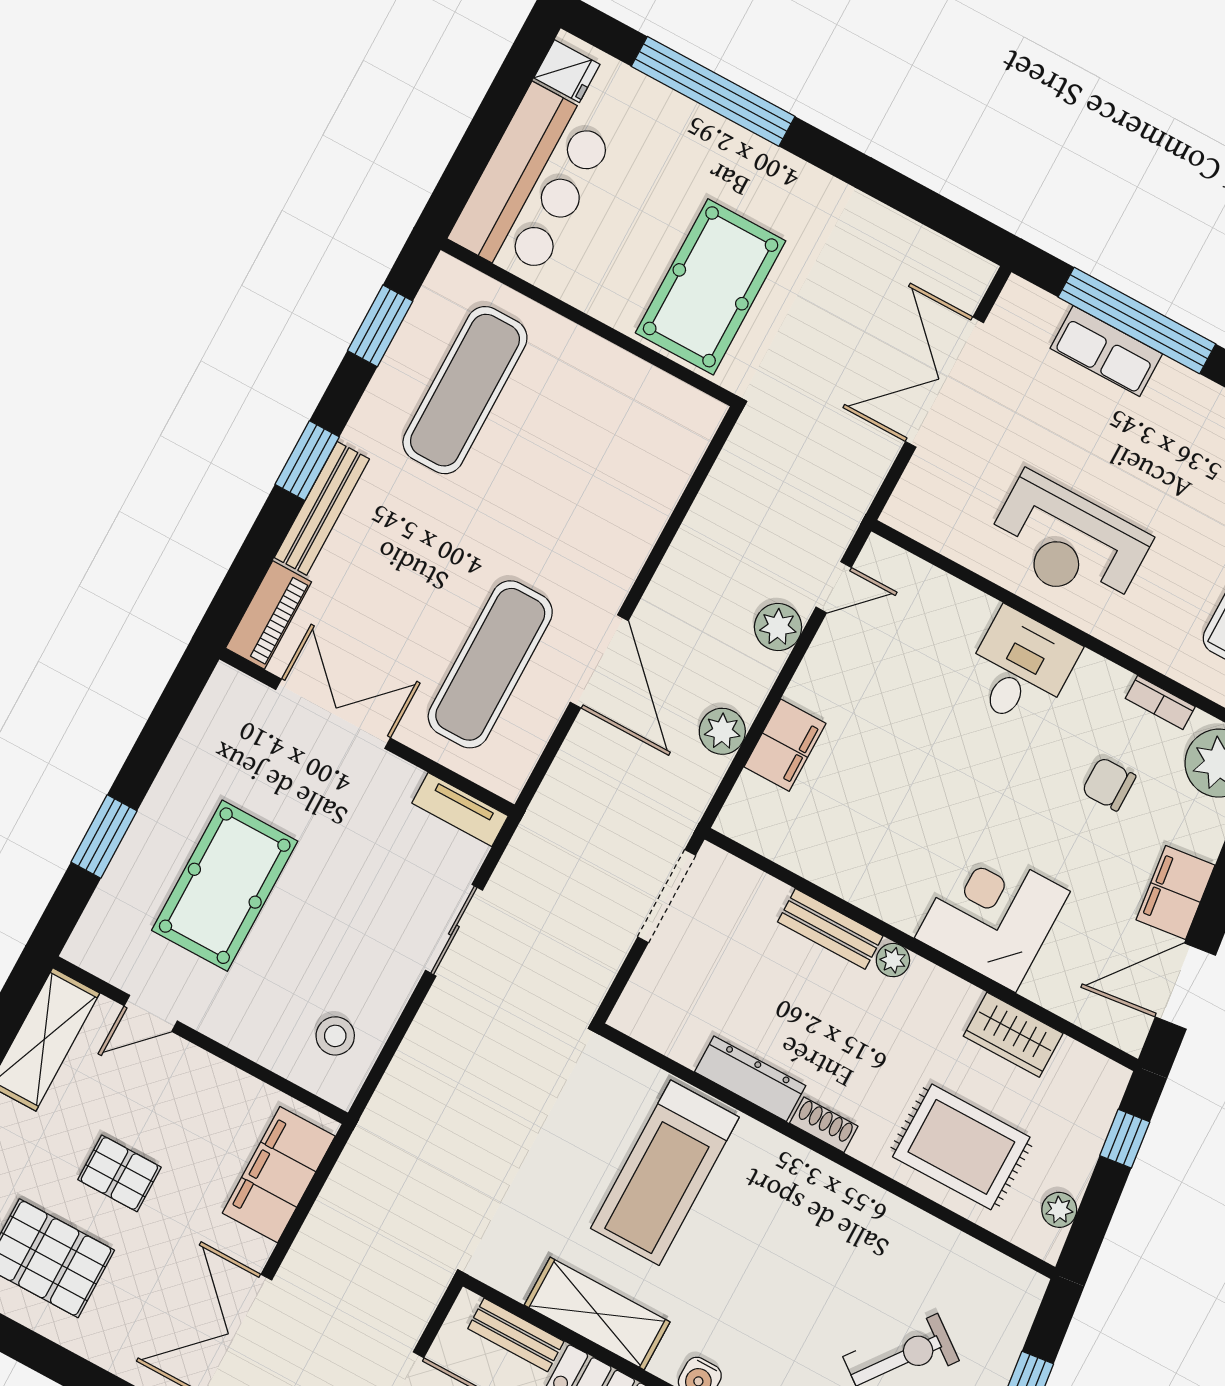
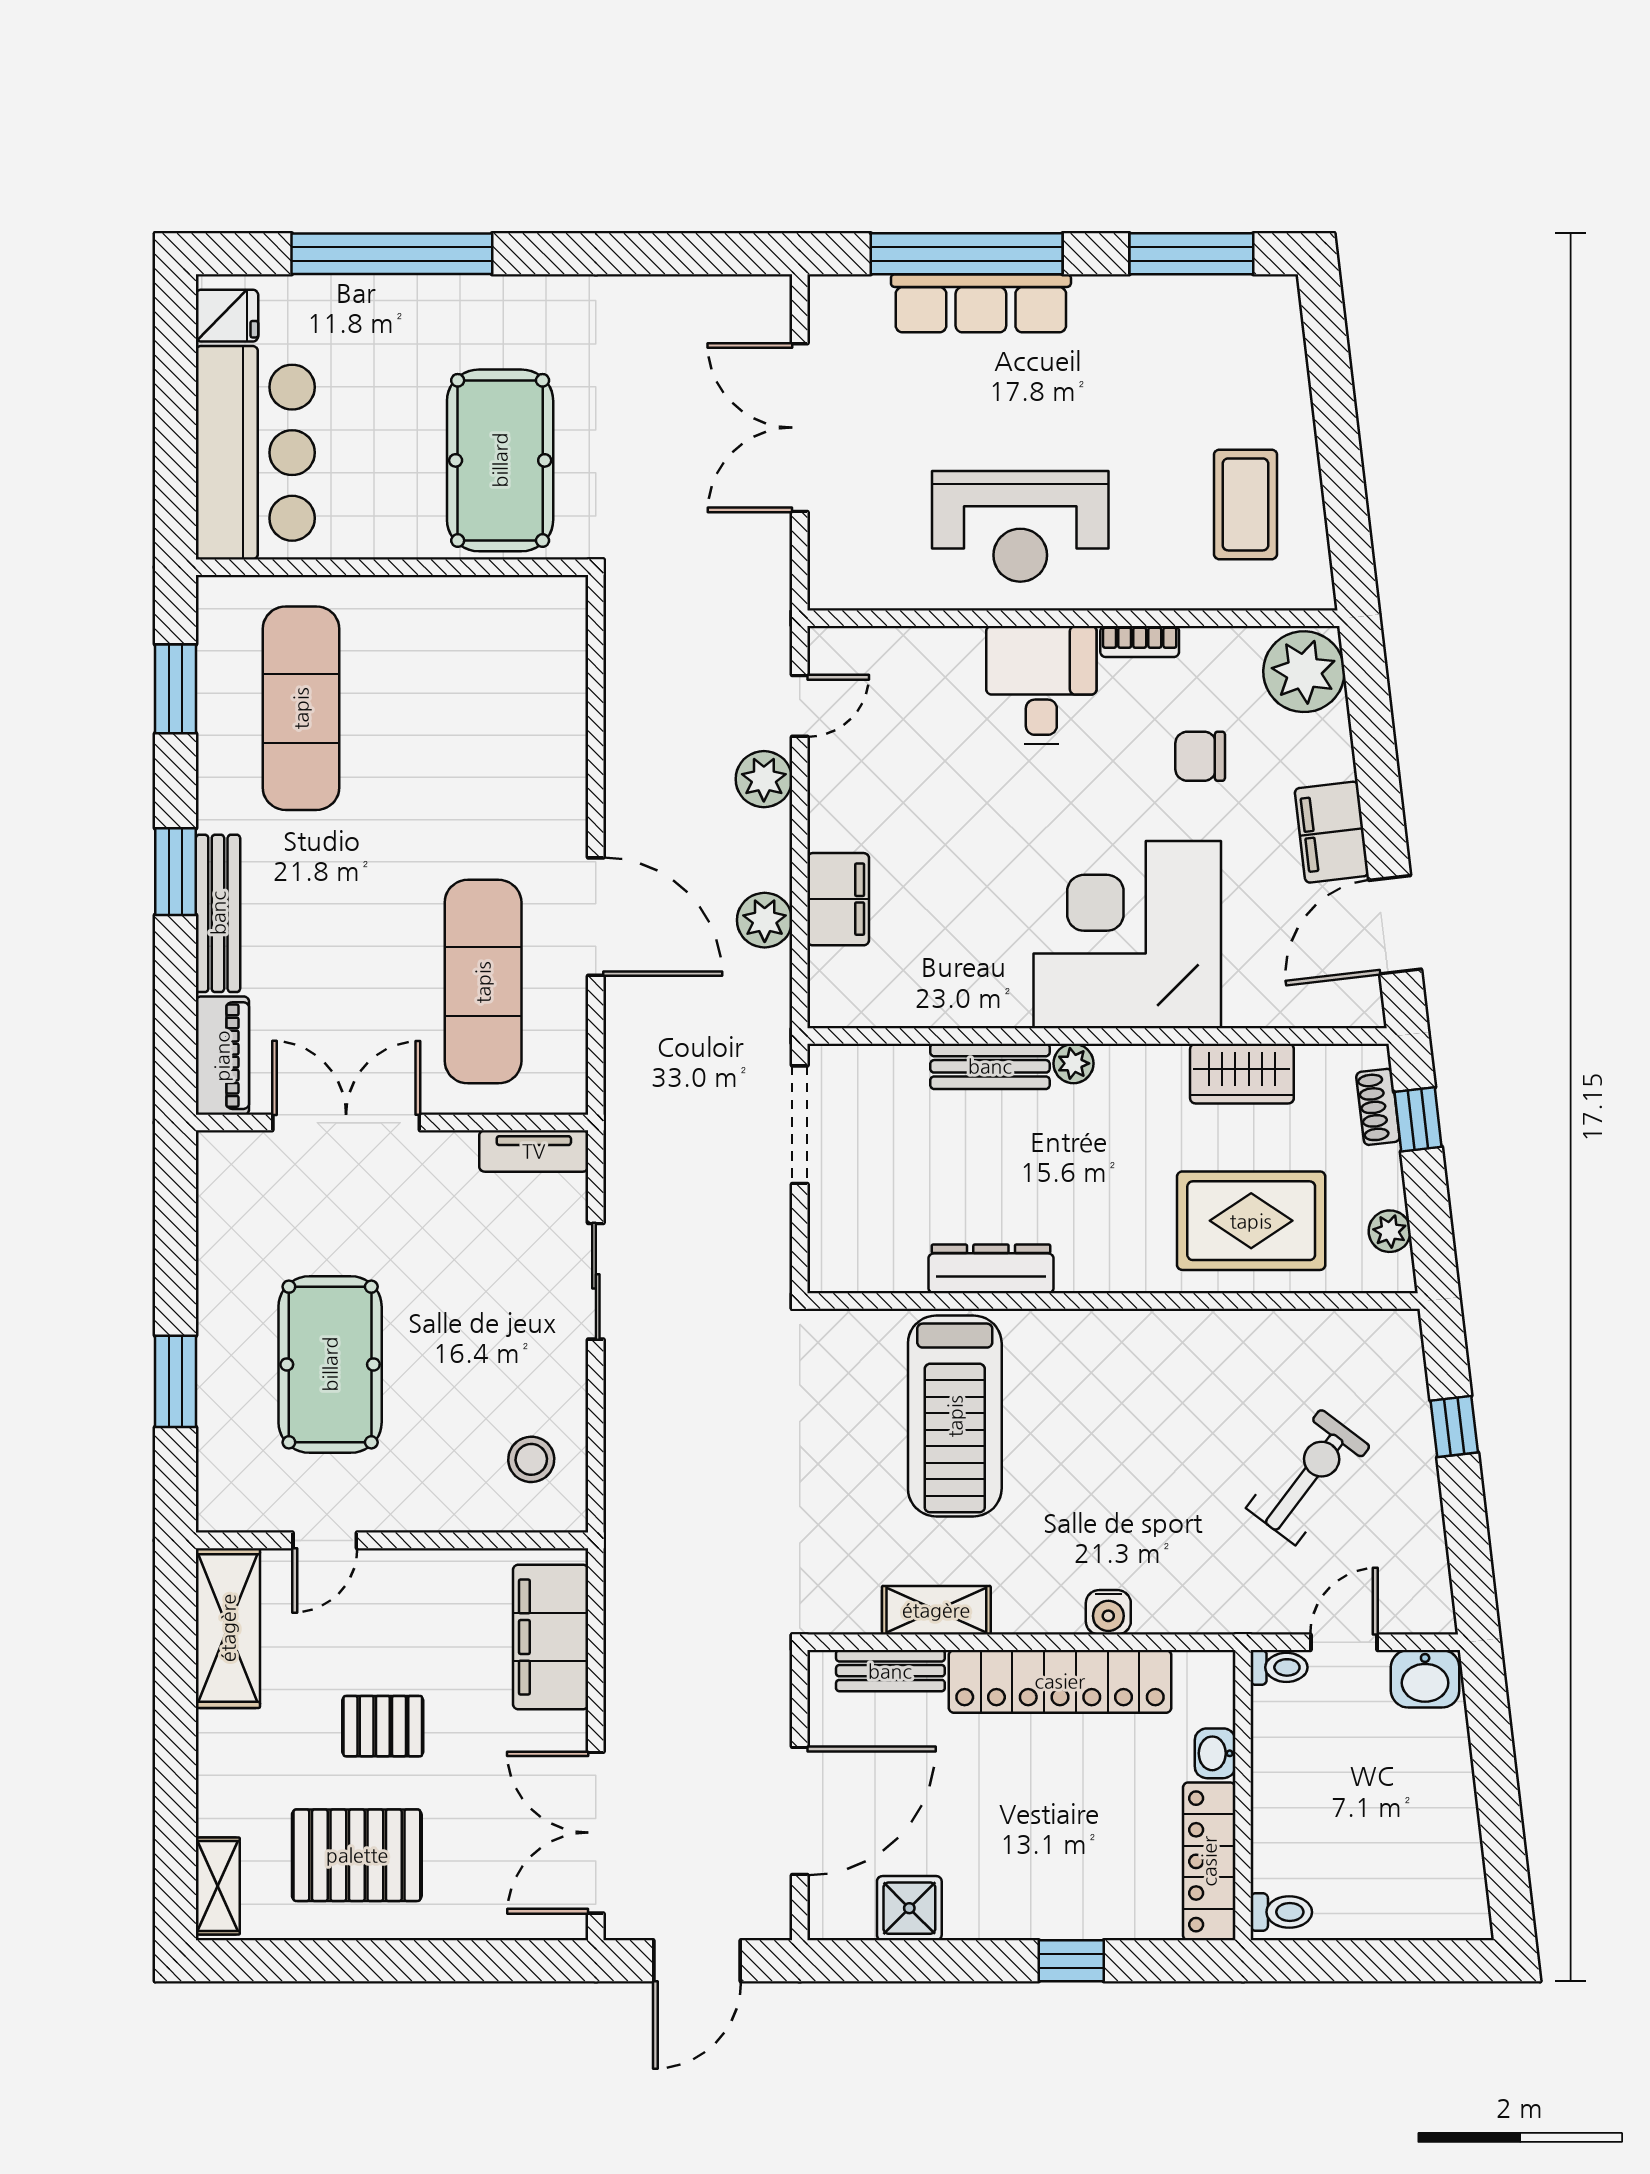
row of seats: (1106, 351) -> (981, 303), width x1.48
bookcase: (1160, 703) -> (1140, 641), moved
corner desk: (992, 915) -> (1127, 935), width x1.36, depth x1.36
shoe rack: (824, 1125) -> (1378, 1107), moved, turned -97
shelving: (597, 1313) -> (936, 1610), width x0.67, depth x0.75

